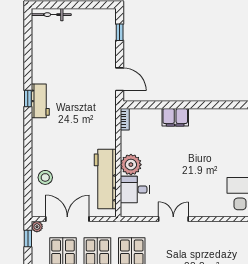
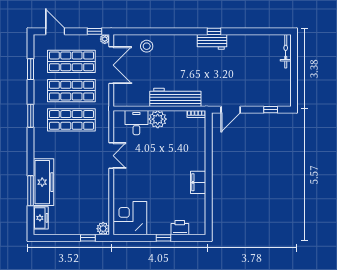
filing cabinet: (175, 117) -> (198, 182), moved
workbench: (105, 179) -> (175, 97), moved

